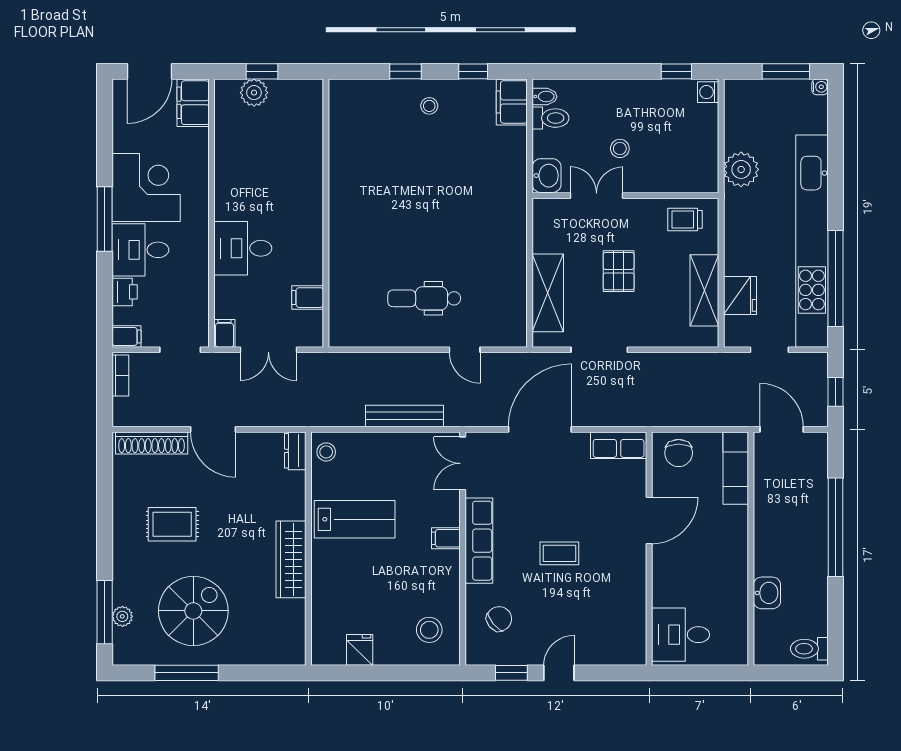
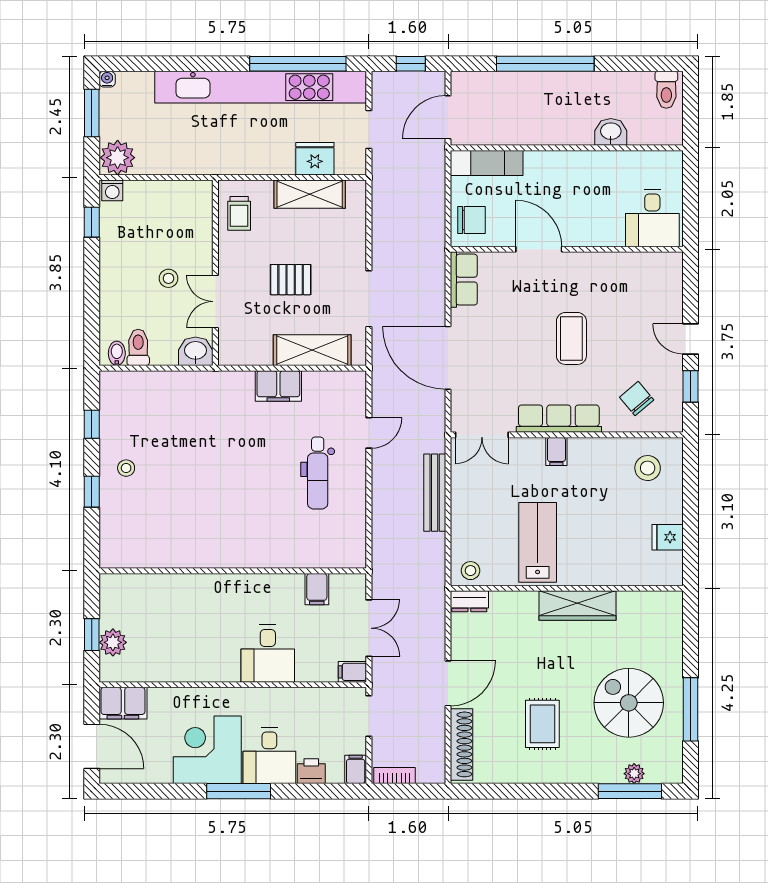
filing cabinet: (512, 102) -> (278, 386), moved
plant: (741, 169) -> (118, 158), moved
coffee table: (559, 553) -> (571, 338), width x1.36, depth x1.30

